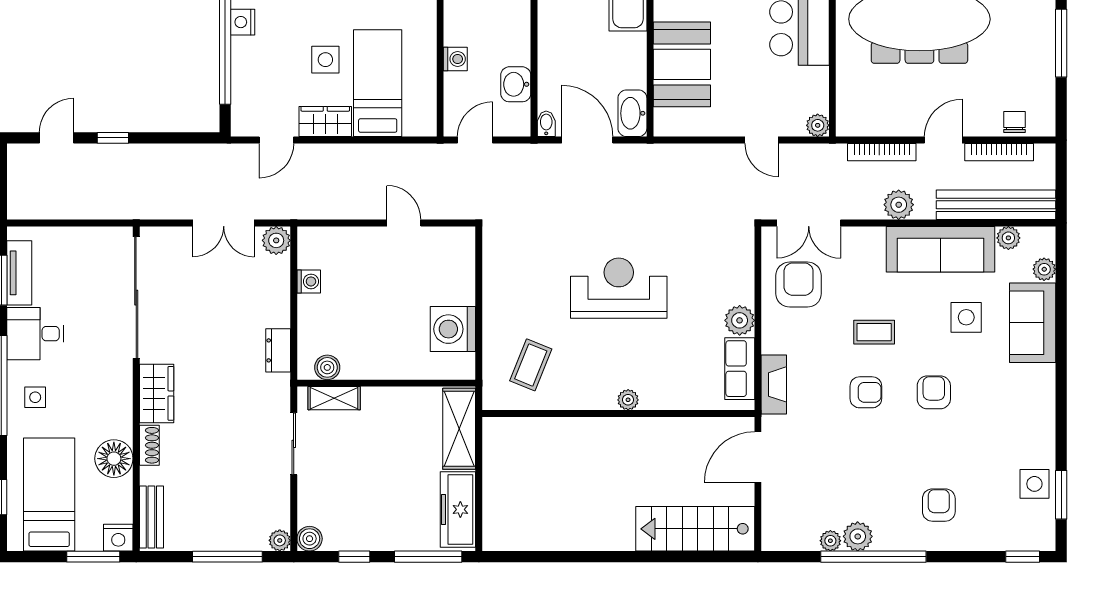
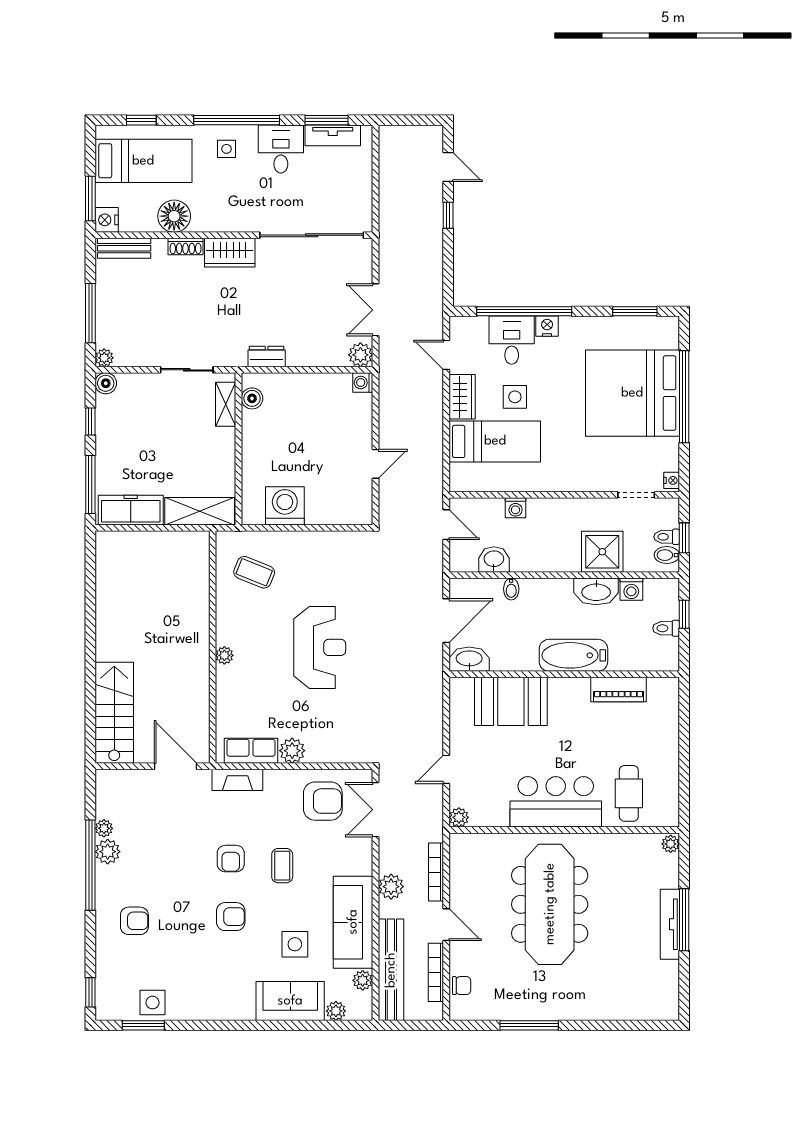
desk: (259, 64) -> (512, 340), added
bidet: (546, 124) -> (511, 589), moved, turned 90
washing machine: (309, 281) -> (363, 383), moved, turned 90

